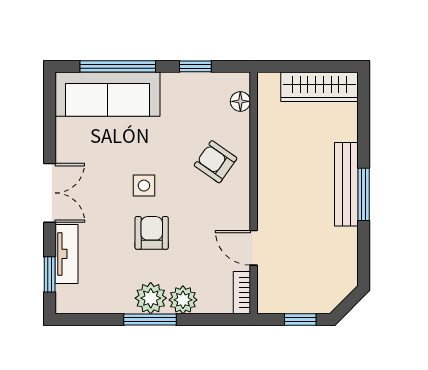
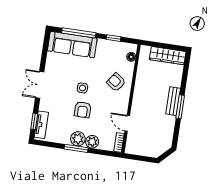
bench: (346, 184) -> (173, 101), width x0.73
double door: (50, 193) -> (40, 85), swing flipped
armchair: (152, 233) -> (83, 110), turned 180
tv unit: (66, 254) -> (41, 125), moved
window: (300, 319) -> (143, 158), removed

